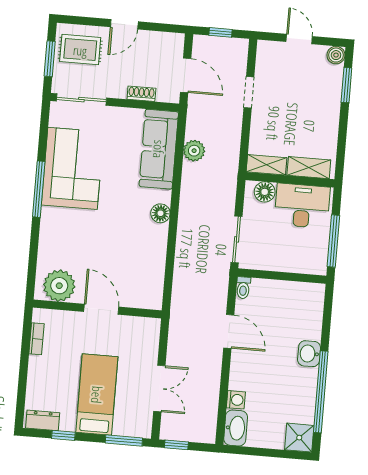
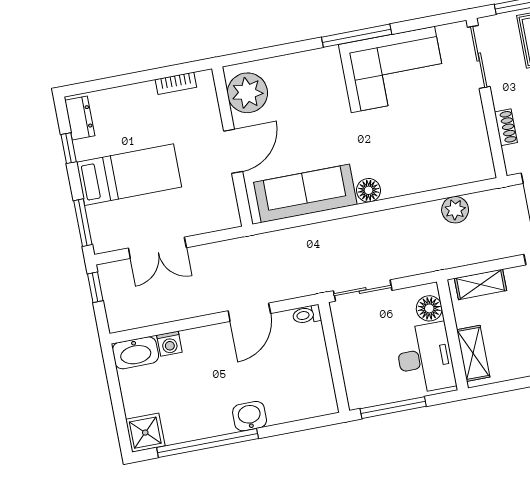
sofa: (159, 149) -> (305, 193), moved
shelving: (267, 165) -> (481, 284), moved, turned 90

